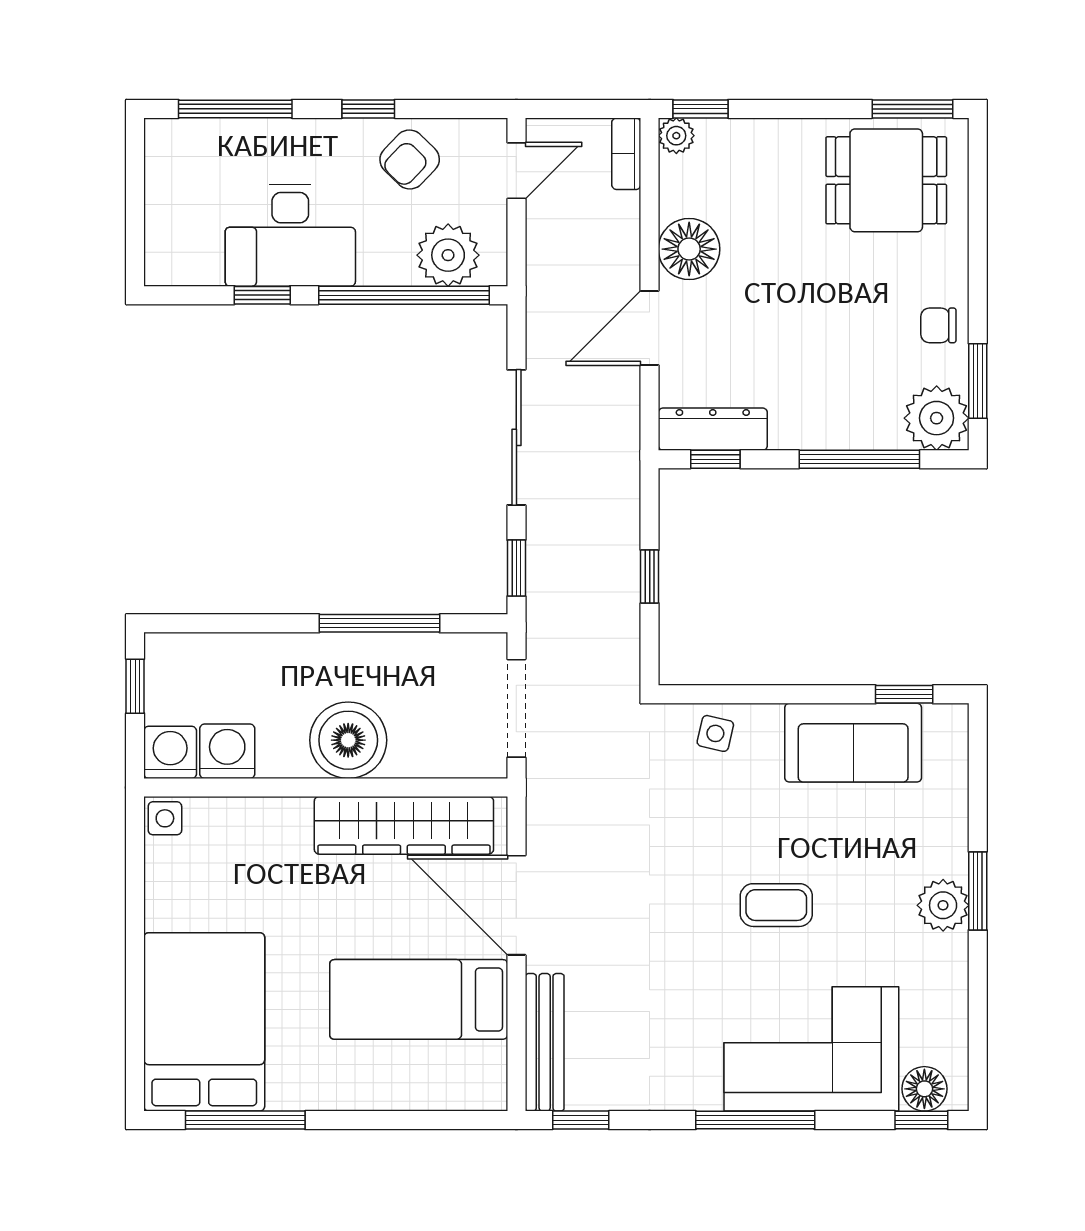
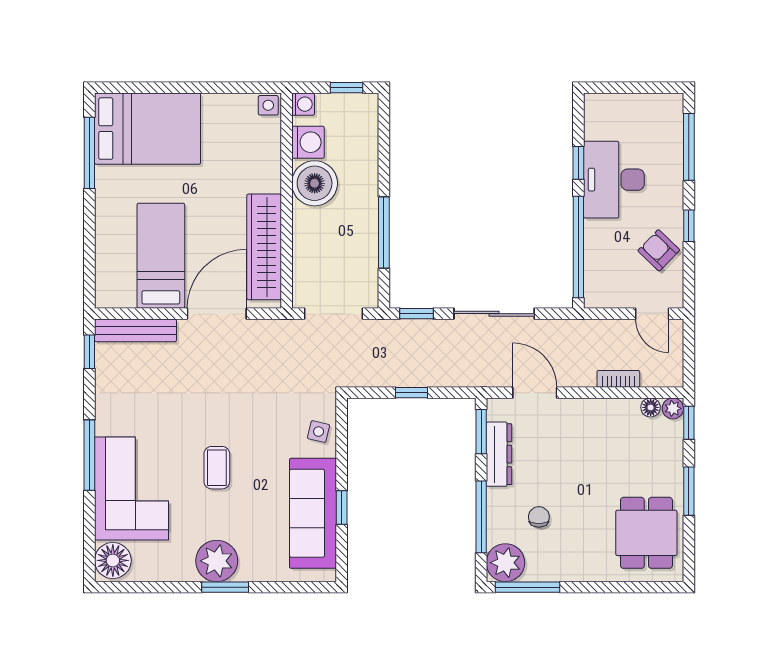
window: (913, 109) -> (689, 491), moved
bookcase: (626, 154) -> (618, 379), moved
floor lamp: (689, 249) -> (651, 407), moved, width x0.53, depth x0.53
plant: (448, 255) -> (602, 273), removed
chair: (938, 325) -> (539, 517), moved
door: (650, 328) -> (535, 393), moved
window: (978, 381) -> (527, 587), width x1.44
dresser: (713, 429) -> (499, 454), moved
window: (715, 459) -> (481, 432), width x1.50
window: (904, 694) -> (342, 508), moved
boiler: (348, 740) -> (315, 183), moved
sofa: (853, 743) -> (313, 513), width x1.36
washing machine: (170, 752) -> (303, 104), width x0.73, depth x0.73
plant: (943, 905) -> (217, 561), width x1.36, depth x1.36
floor lamp: (924, 1089) -> (113, 560), width x1.38, depth x1.38
window: (921, 1120) -> (89, 554), removed

